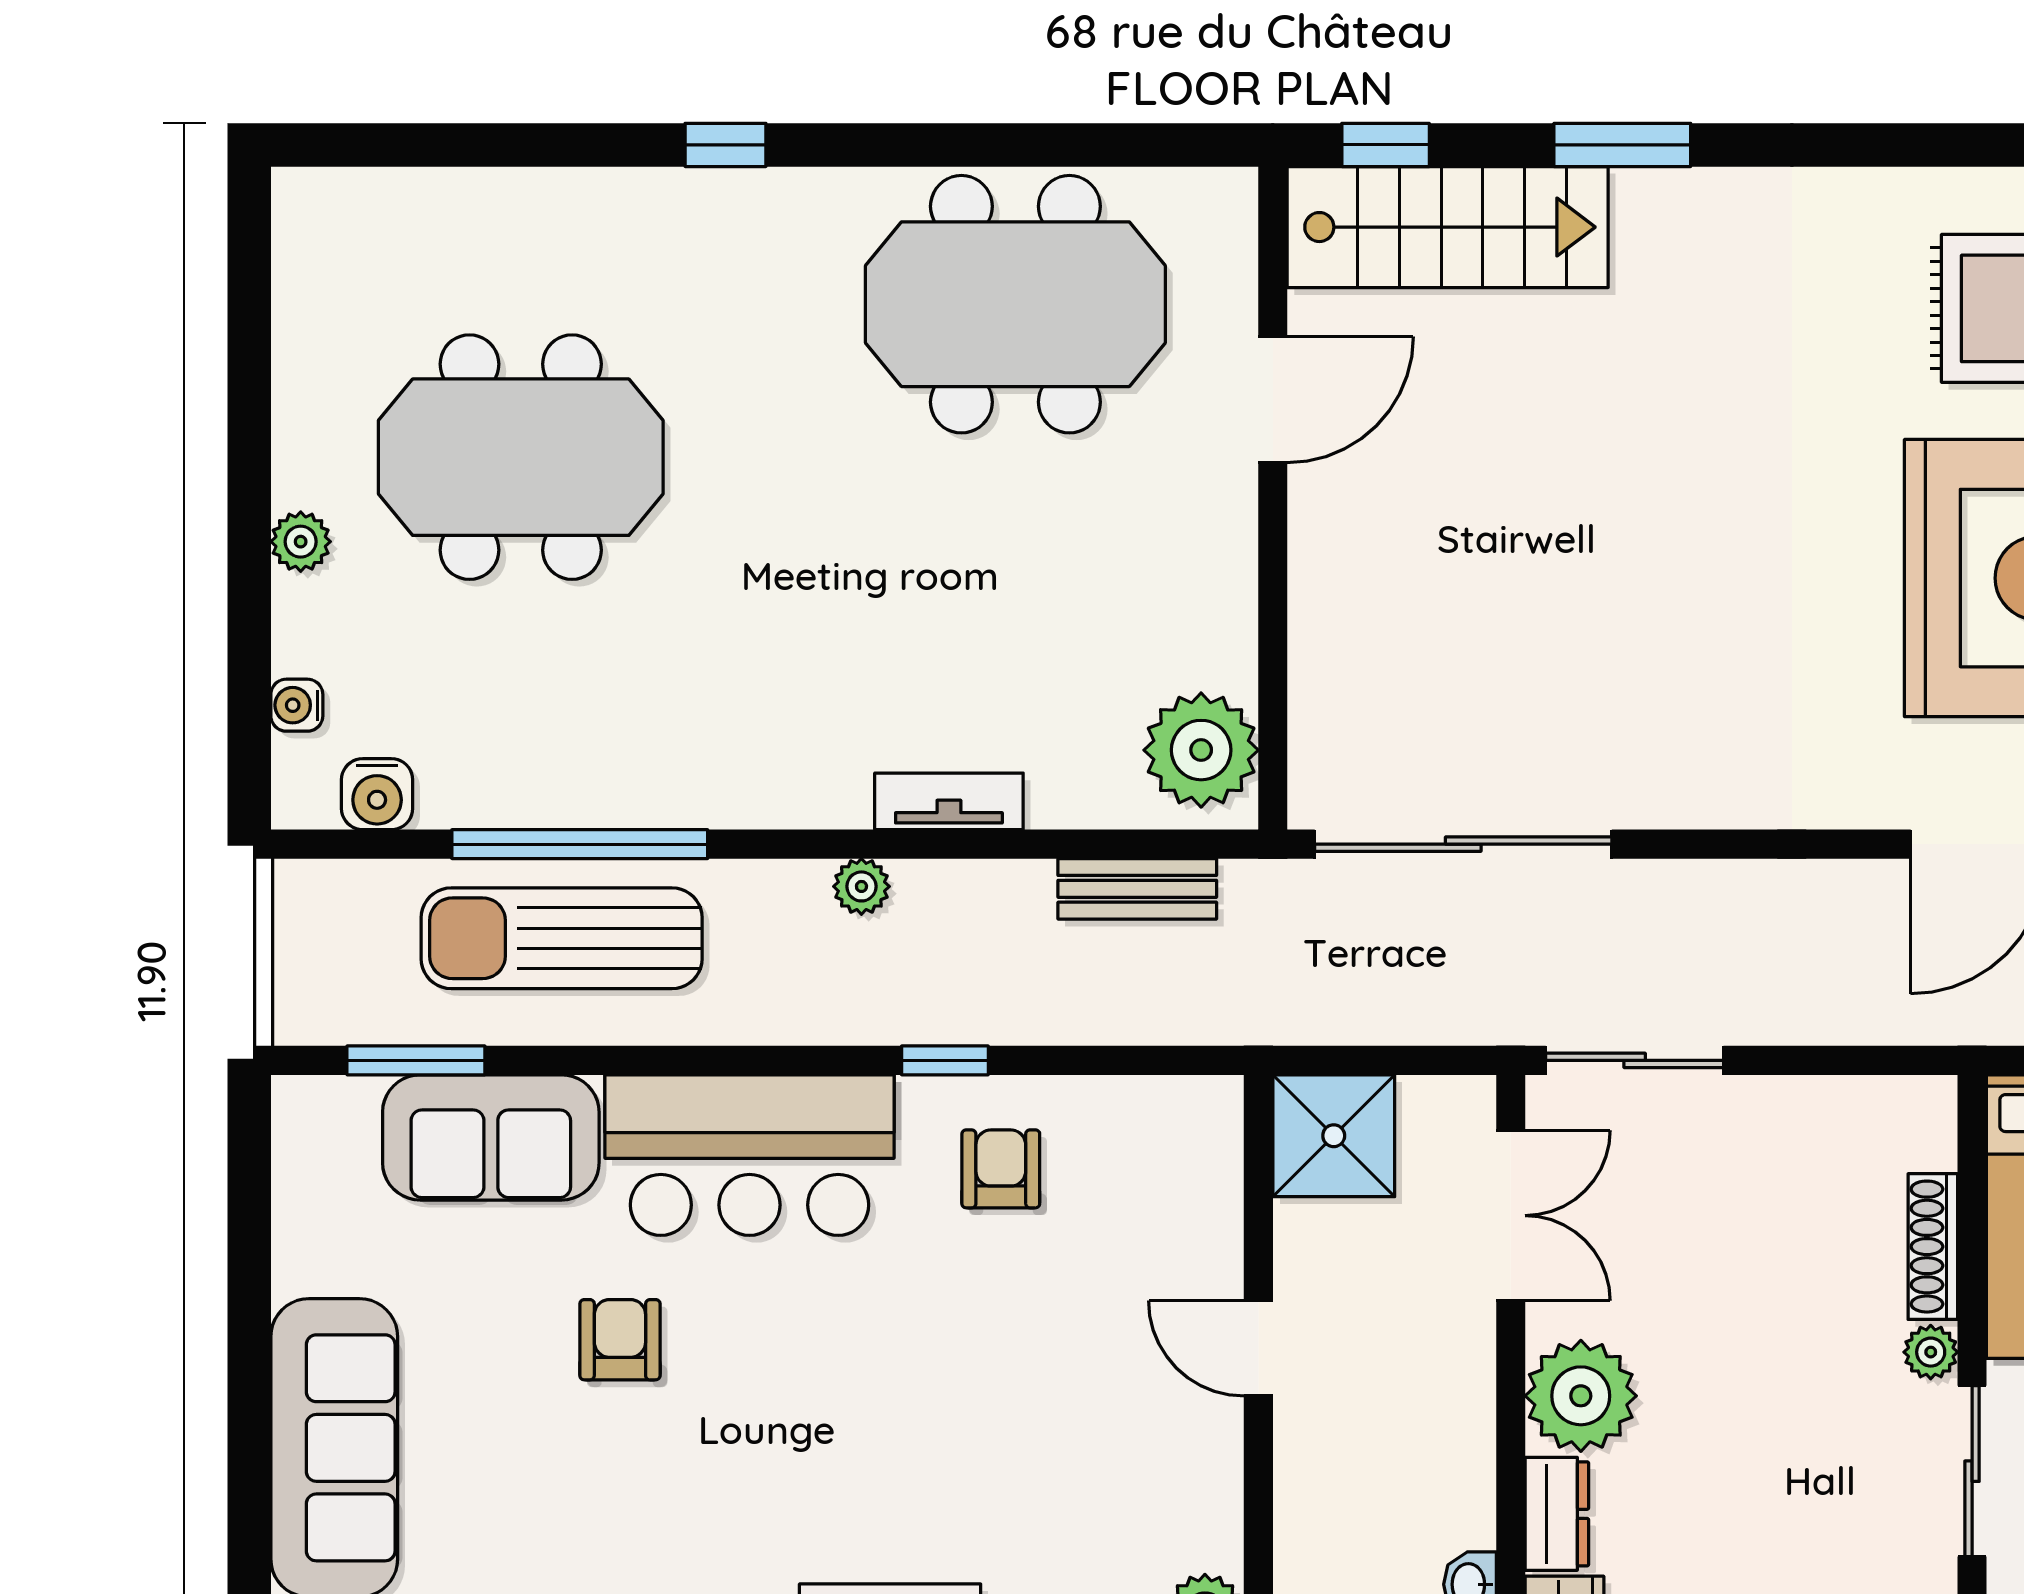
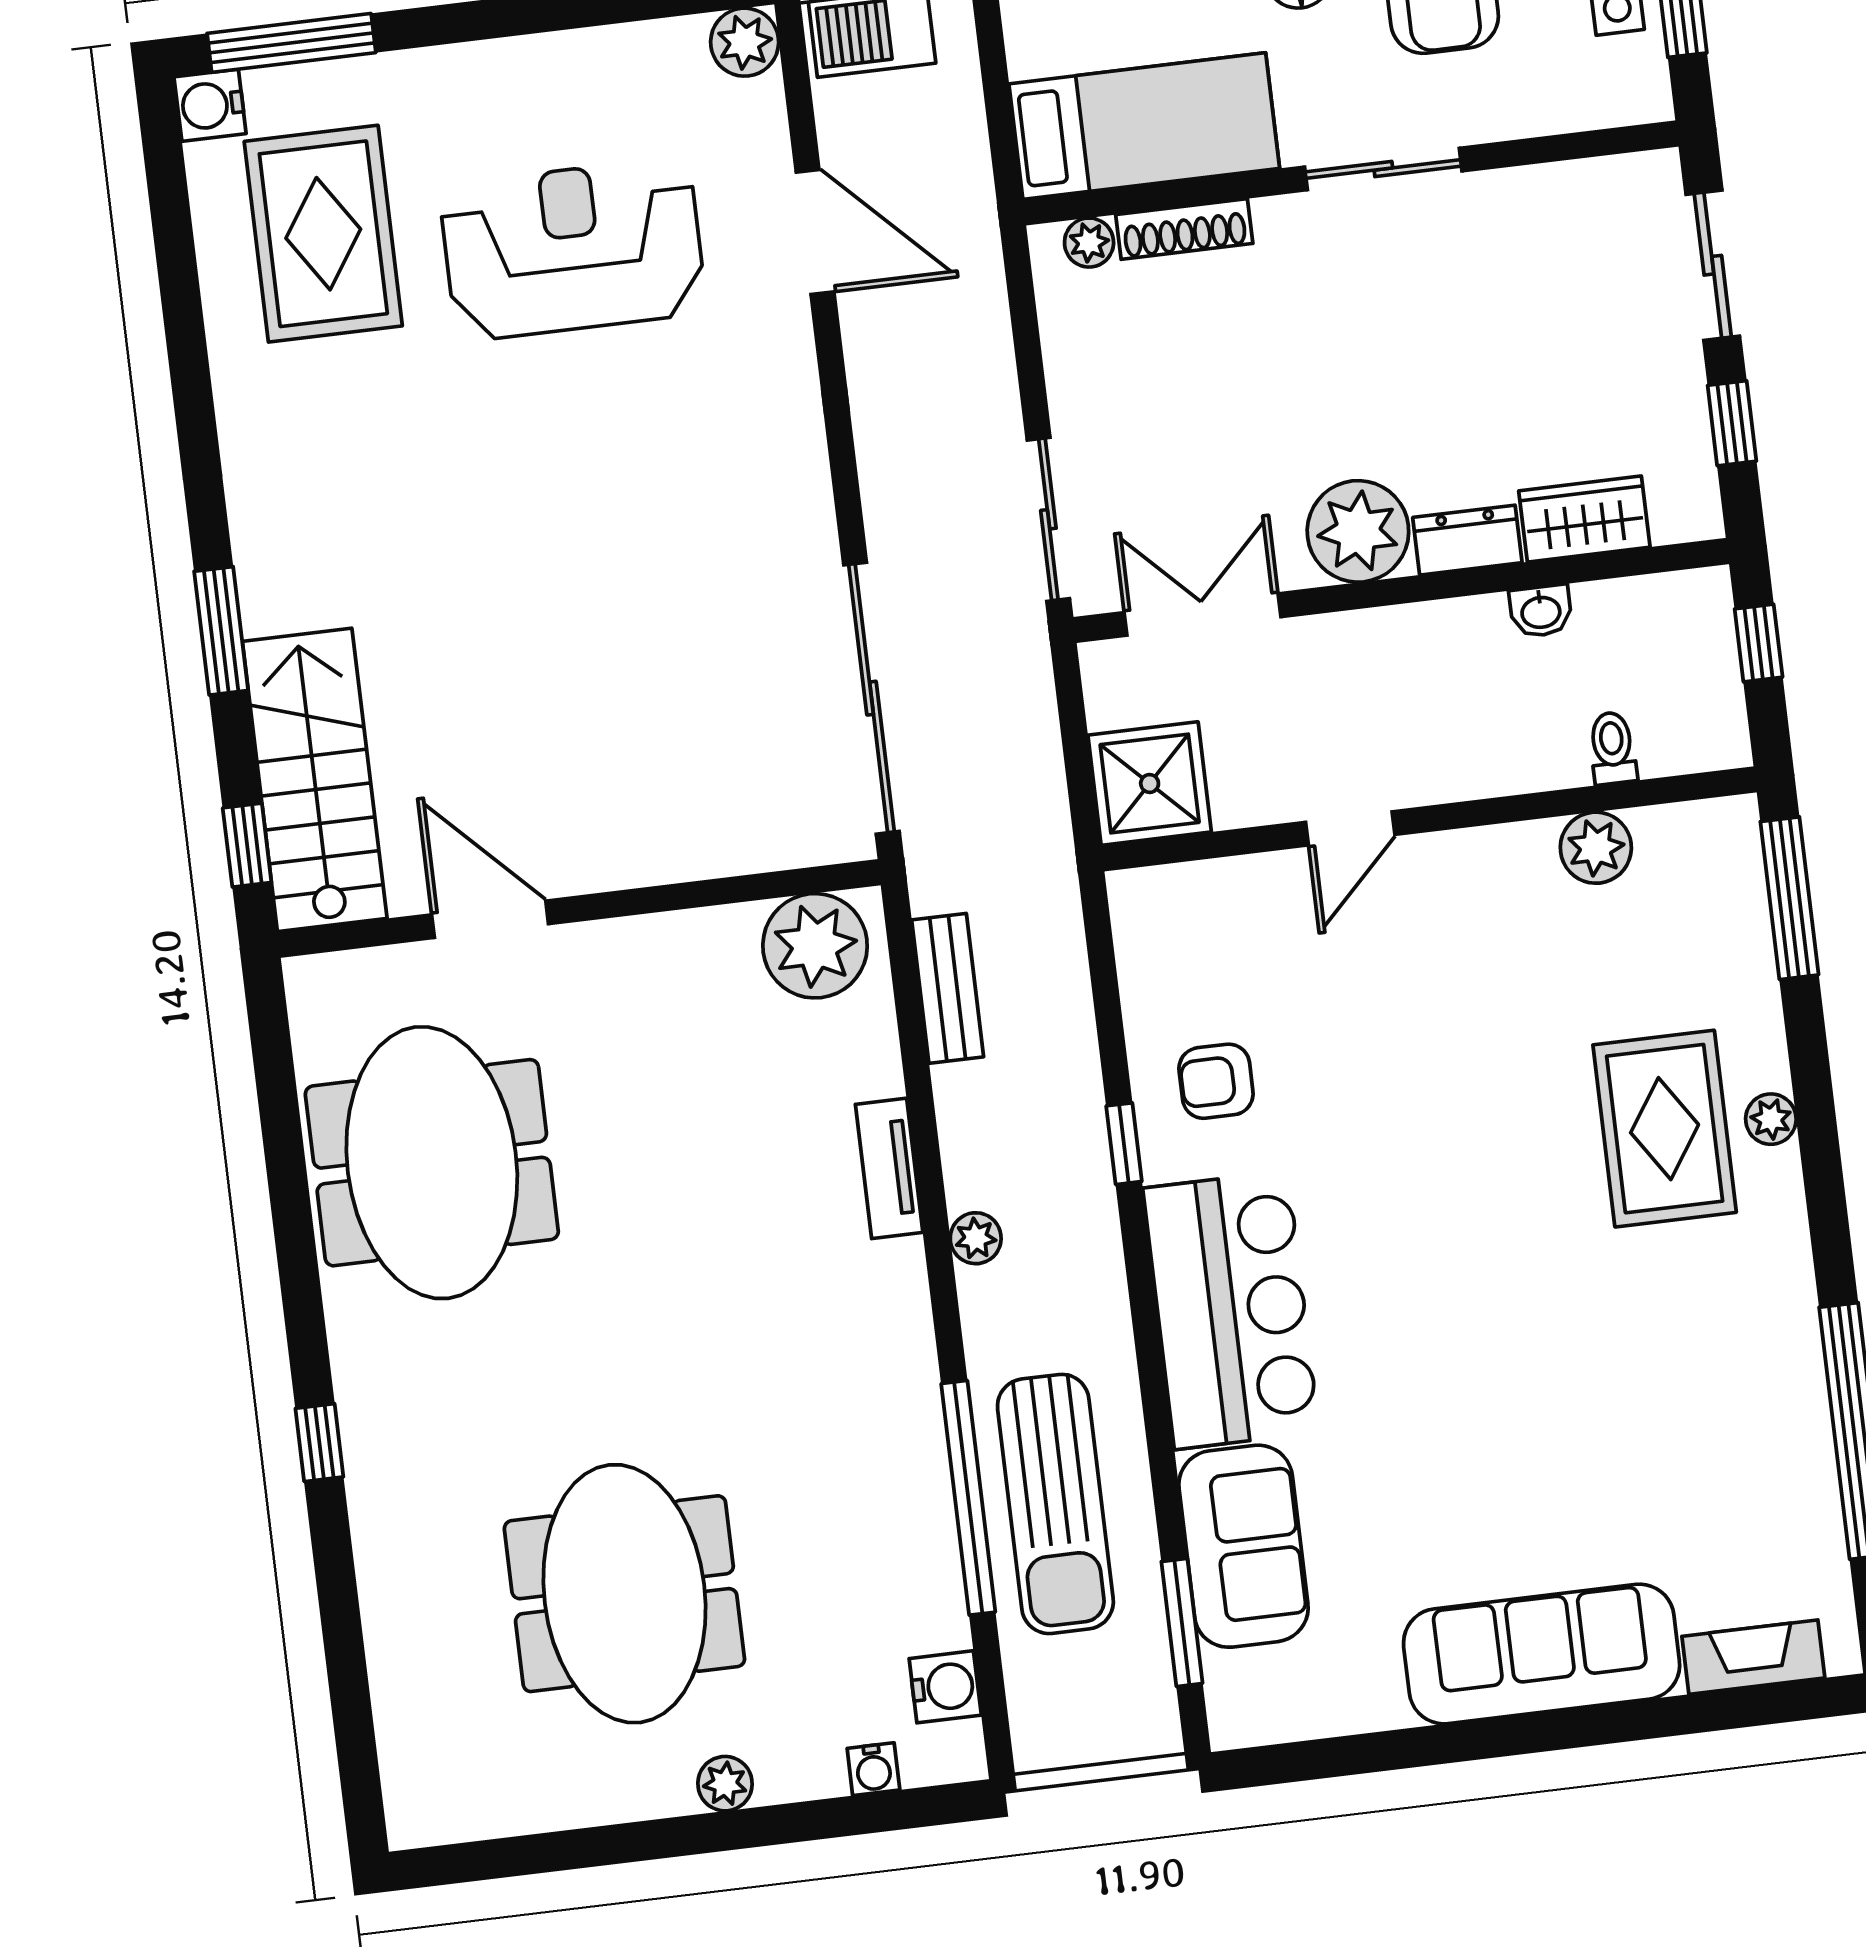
armchair: (620, 1340) -> (1412, 1407), removed
plant: (1931, 1352) -> (1089, 243), moved

